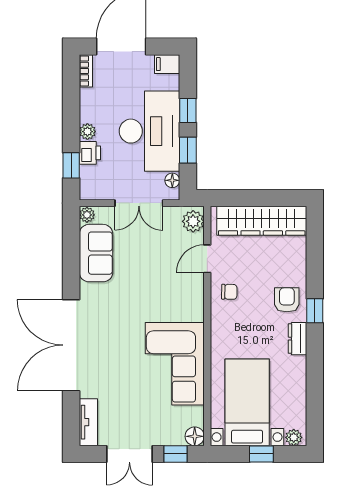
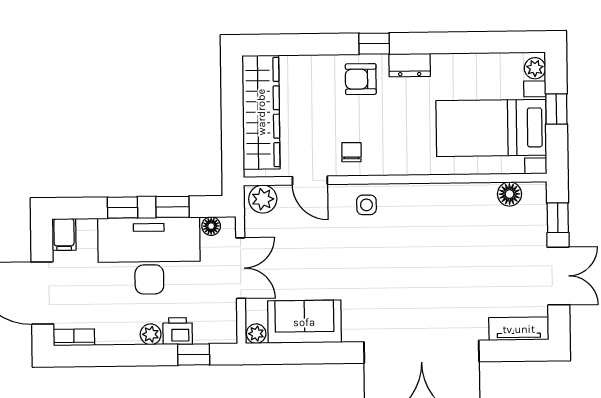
side table: (188, 303) -> (366, 205), added
corner sofa: (175, 364) -> (443, 220), removed
floor lamp: (195, 436) -> (510, 194), moved

